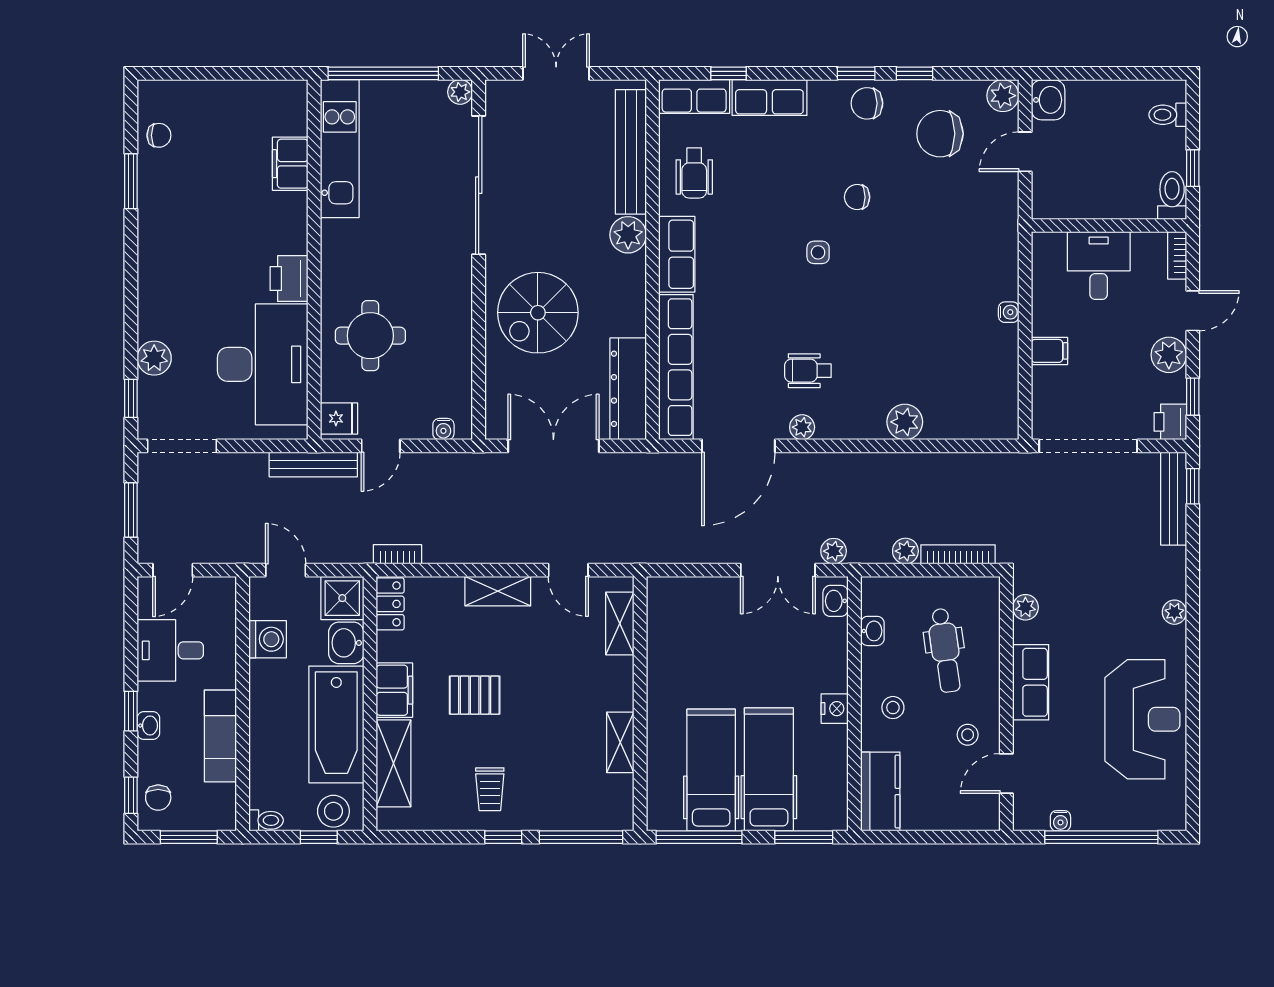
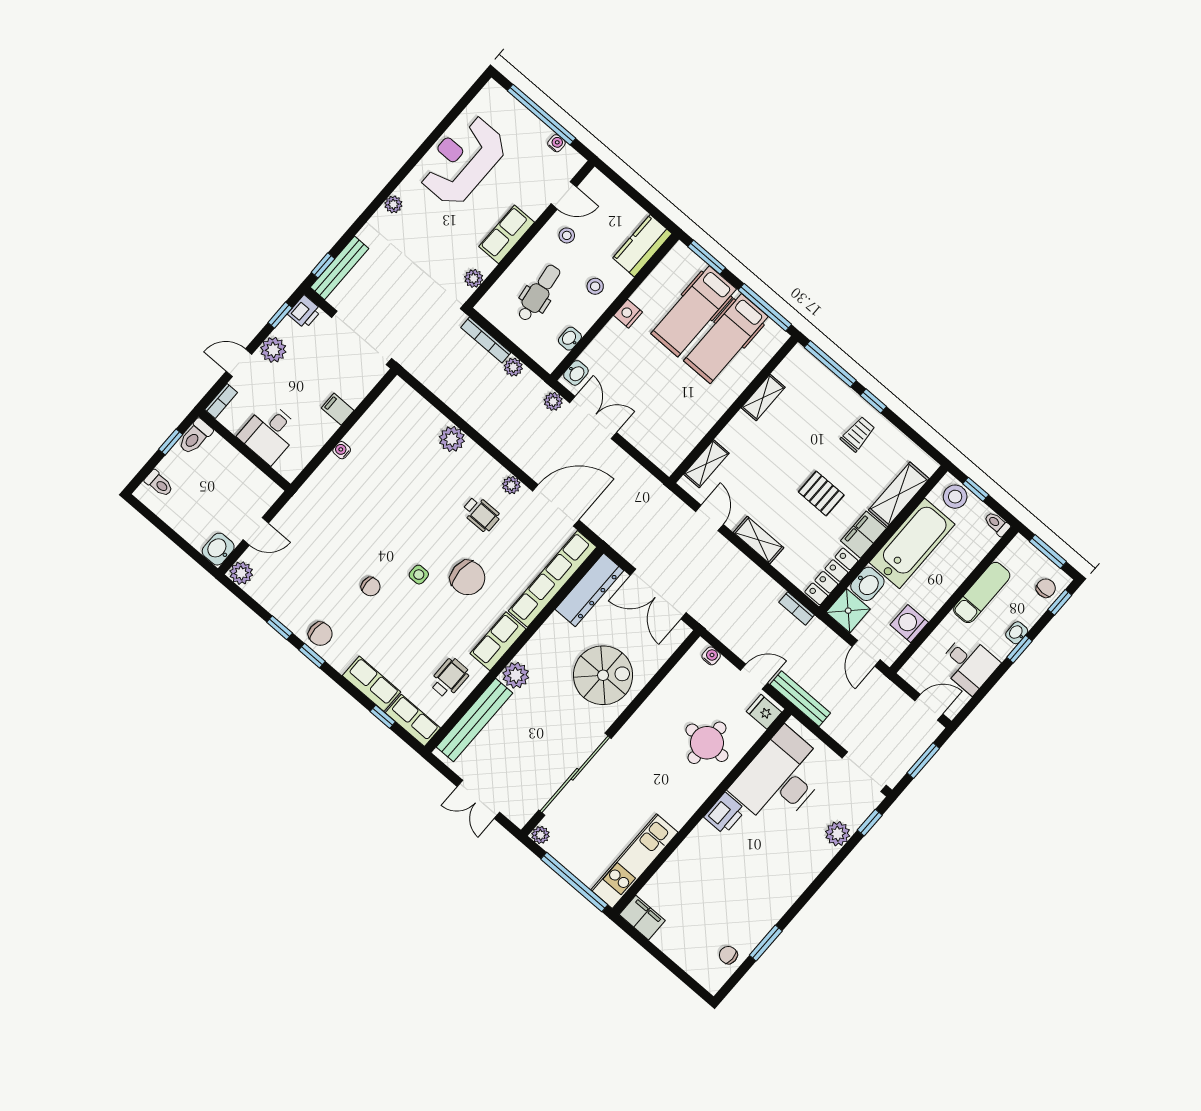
chair: (940, 134) -> (468, 578), moved
filing cabinet: (290, 164) -> (642, 918), moved, turned -90
locker: (390, 604) -> (831, 576), width x1.53

